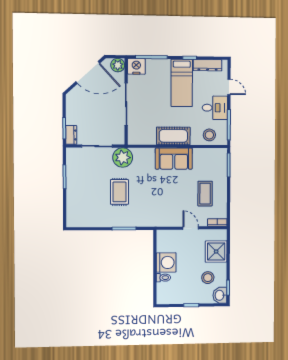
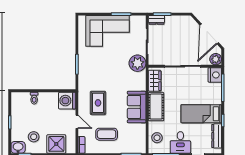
wardrobe: (143, 137) -> (155, 81), added
rug: (119, 192) -> (98, 103), moved, turned 90
corner sofa: (84, 193) -> (107, 31), added
door: (191, 228) -> (77, 122), hinge flipped
washing machine: (166, 263) -> (67, 101), moved, turned 90

